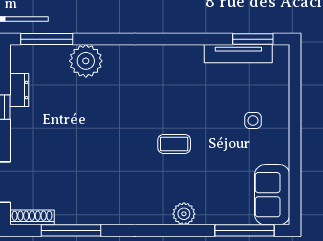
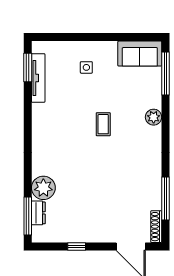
dresser: (19, 90) -> (38, 213), moved, turned 90

